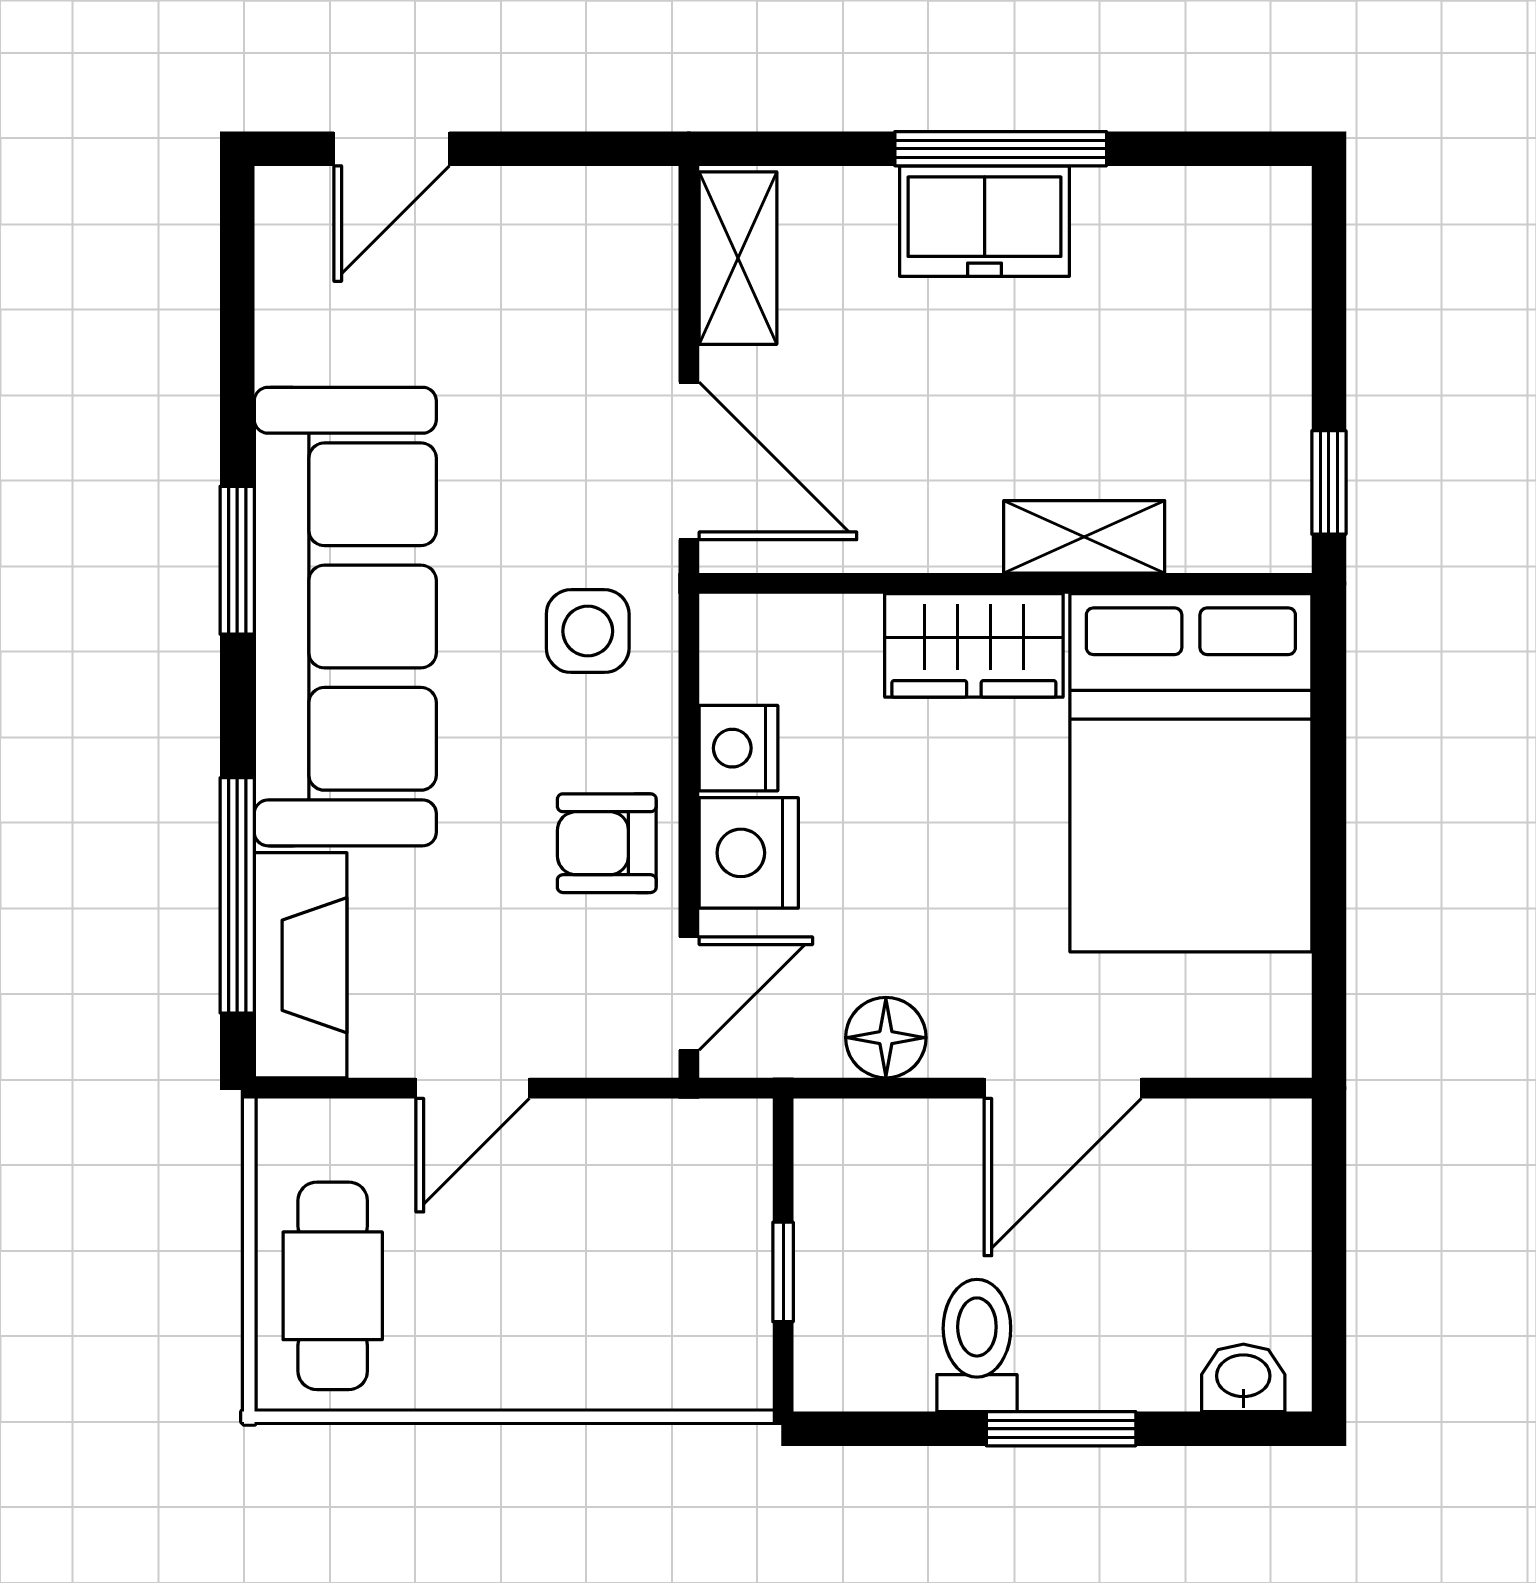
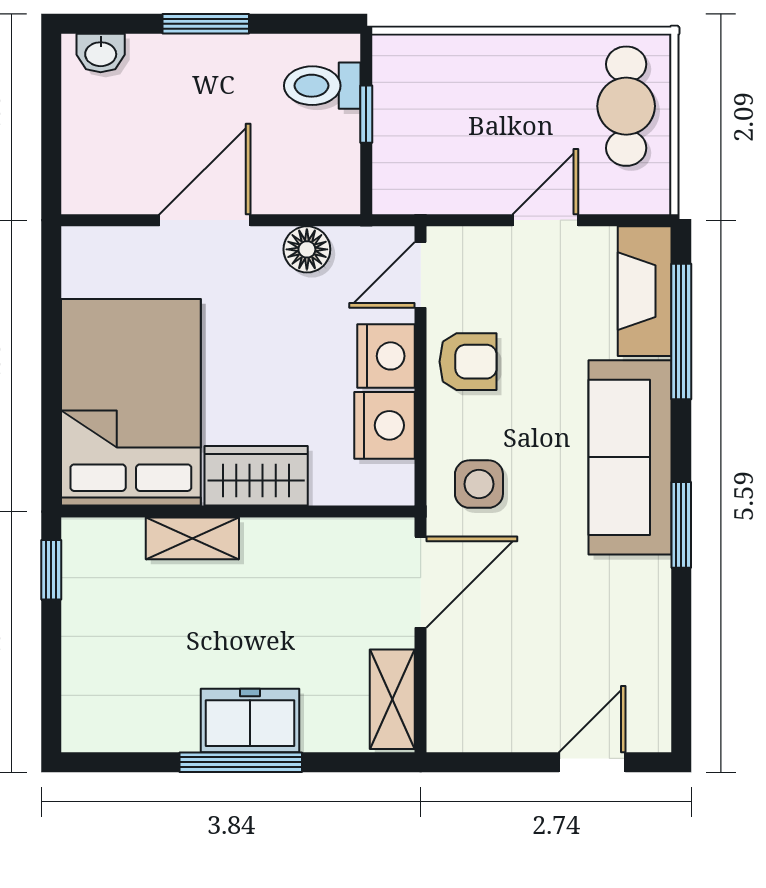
door: (689, 461) -> (421, 582), swing flipped
sofa: (345, 617) -> (630, 457), width x0.74, depth x0.79
nightstand: (739, 748) -> (385, 425), width x1.36, depth x1.33
toilet: (977, 1345) -> (322, 86), moved, turned 90

